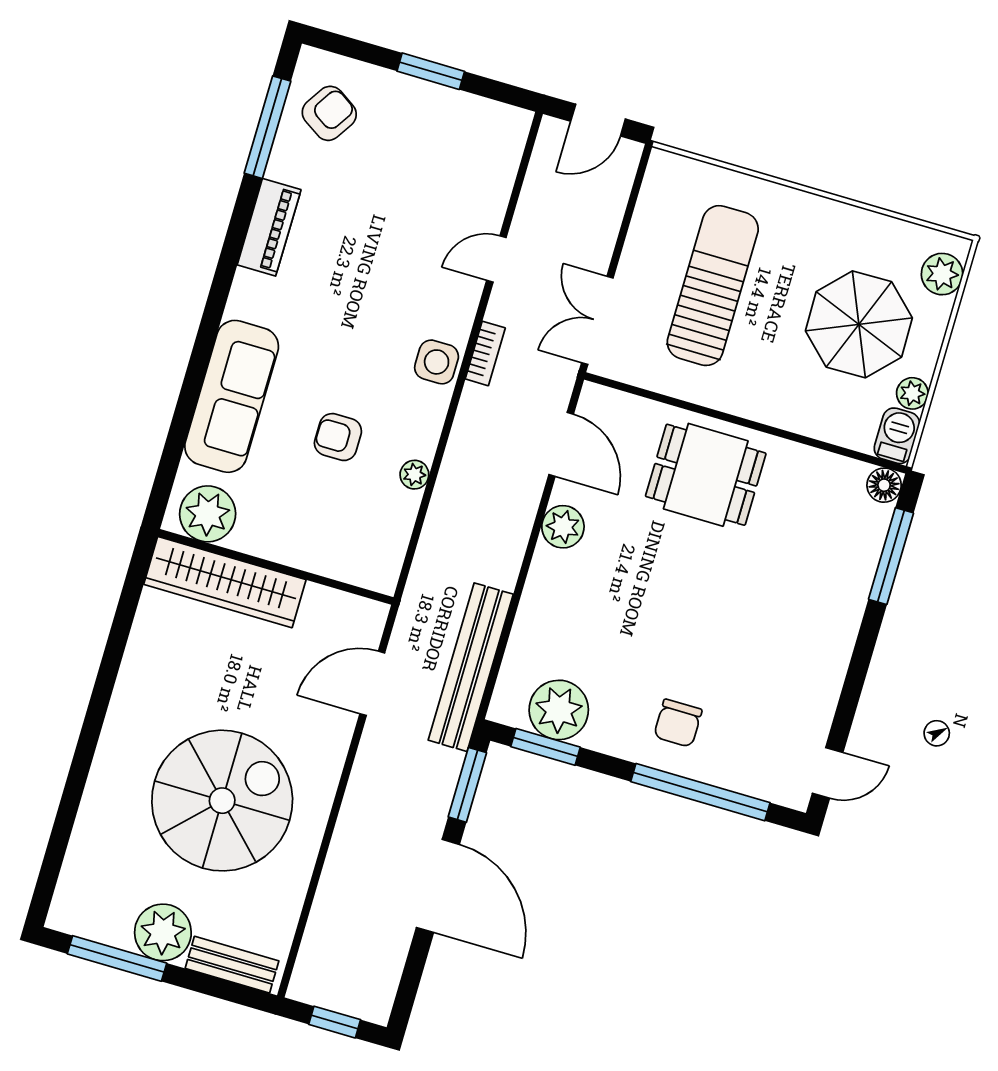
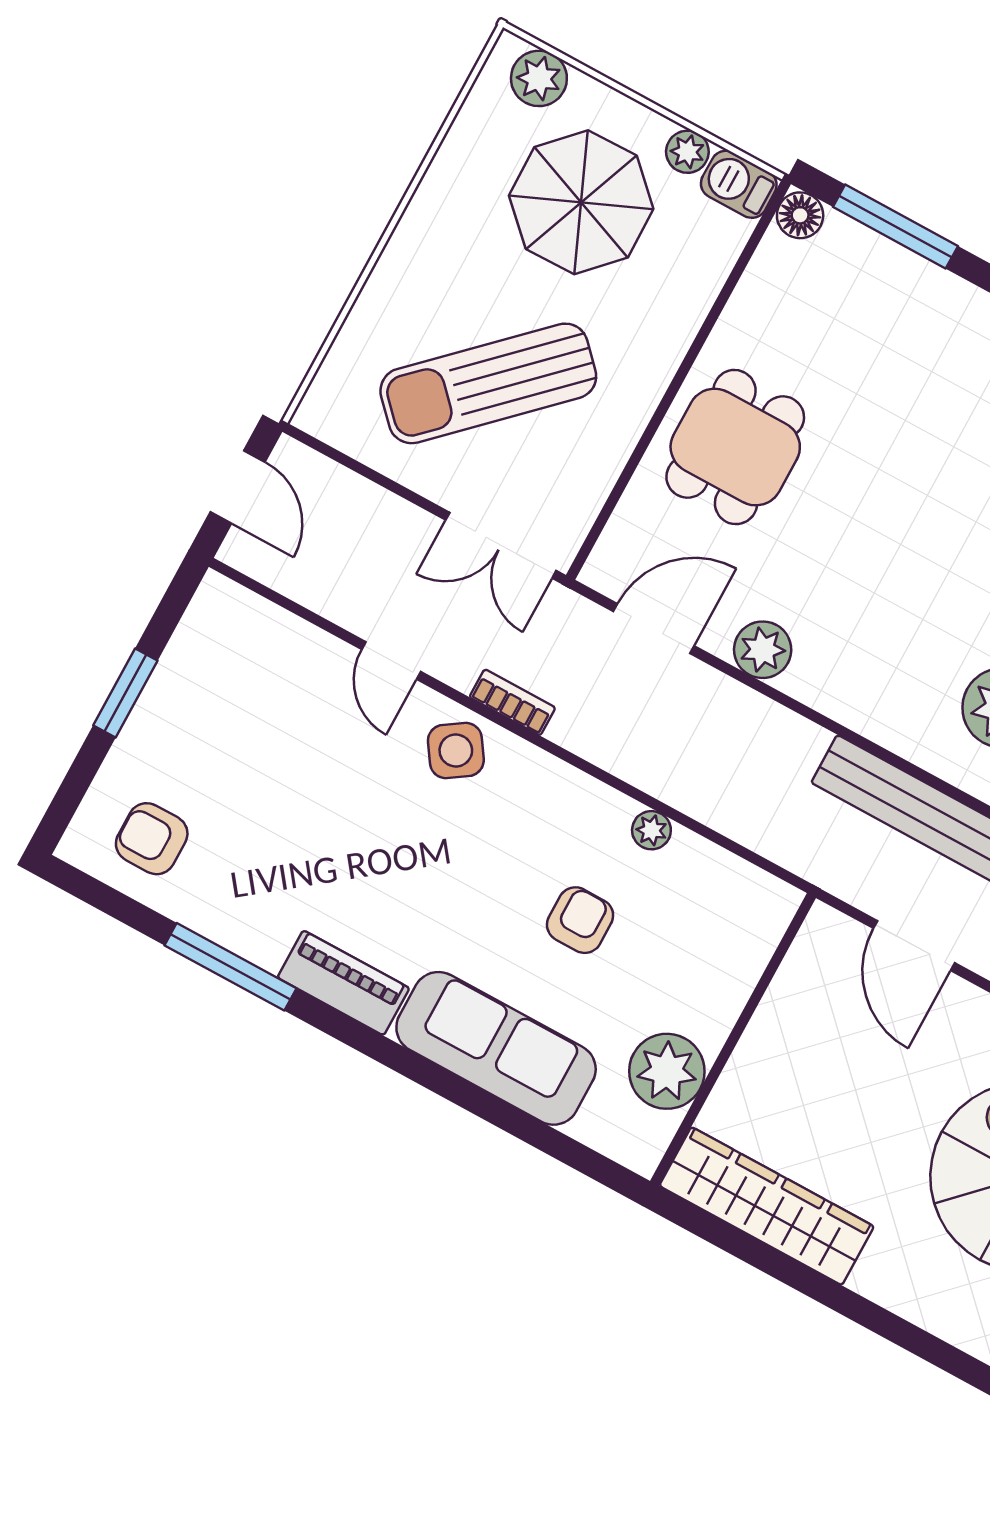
armchair: (329, 113) -> (152, 839), turned -33
window: (267, 127) -> (230, 967), moved
piano: (269, 227) -> (343, 983), moved
sun lounger: (713, 286) -> (488, 383), turned -44
side table: (437, 362) -> (456, 751), moved, turned -34
armchair: (338, 437) -> (580, 920), turned 180
plant: (208, 514) -> (667, 1071), moved
wardrobe: (225, 582) -> (767, 1206), moved, turned -90

